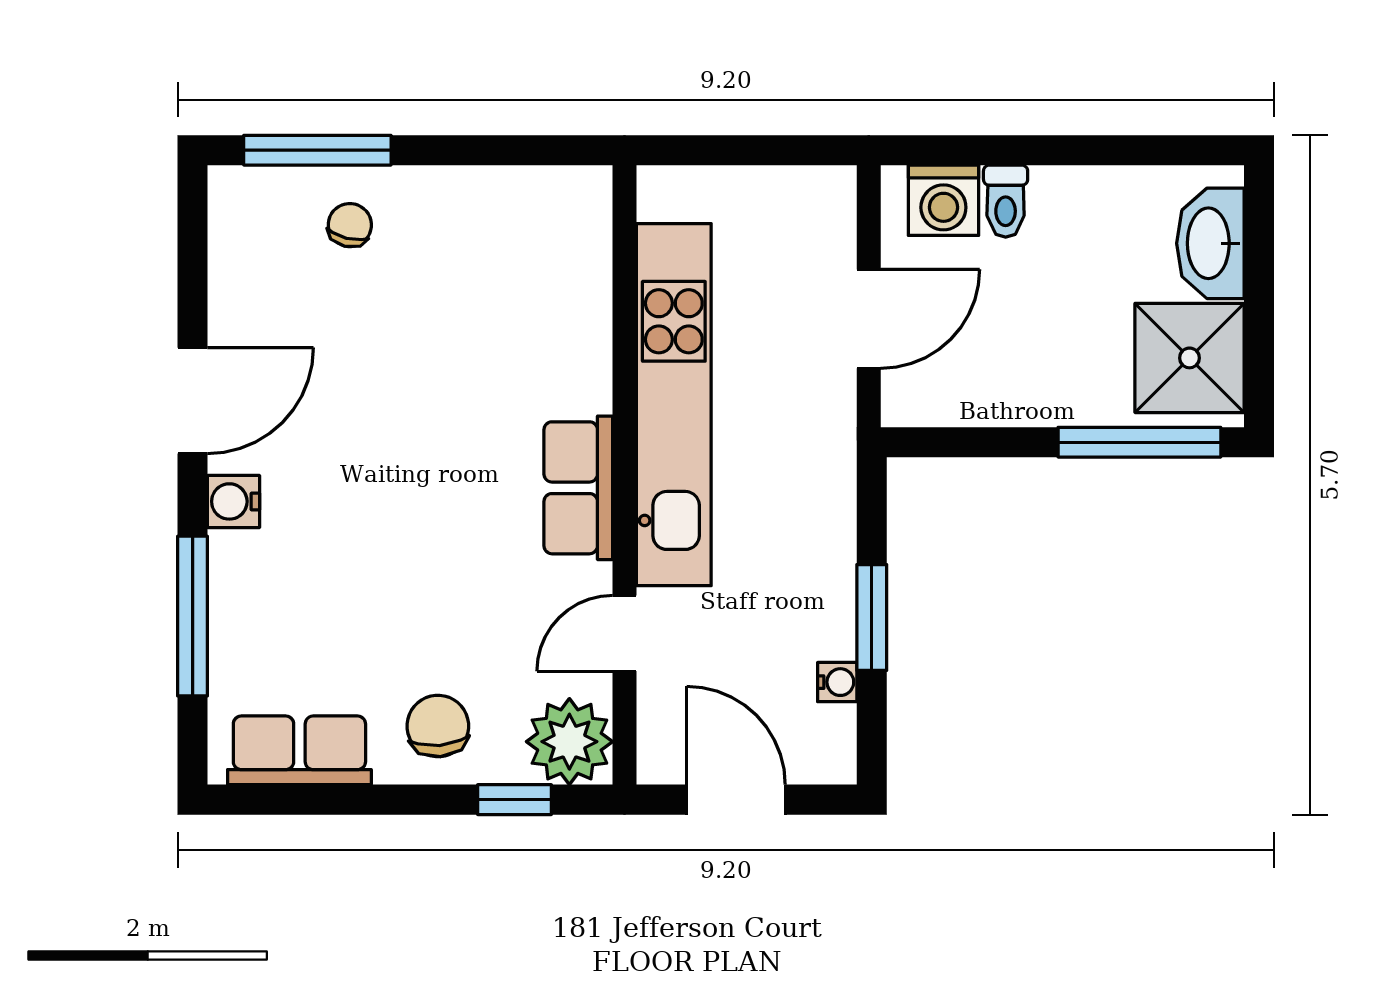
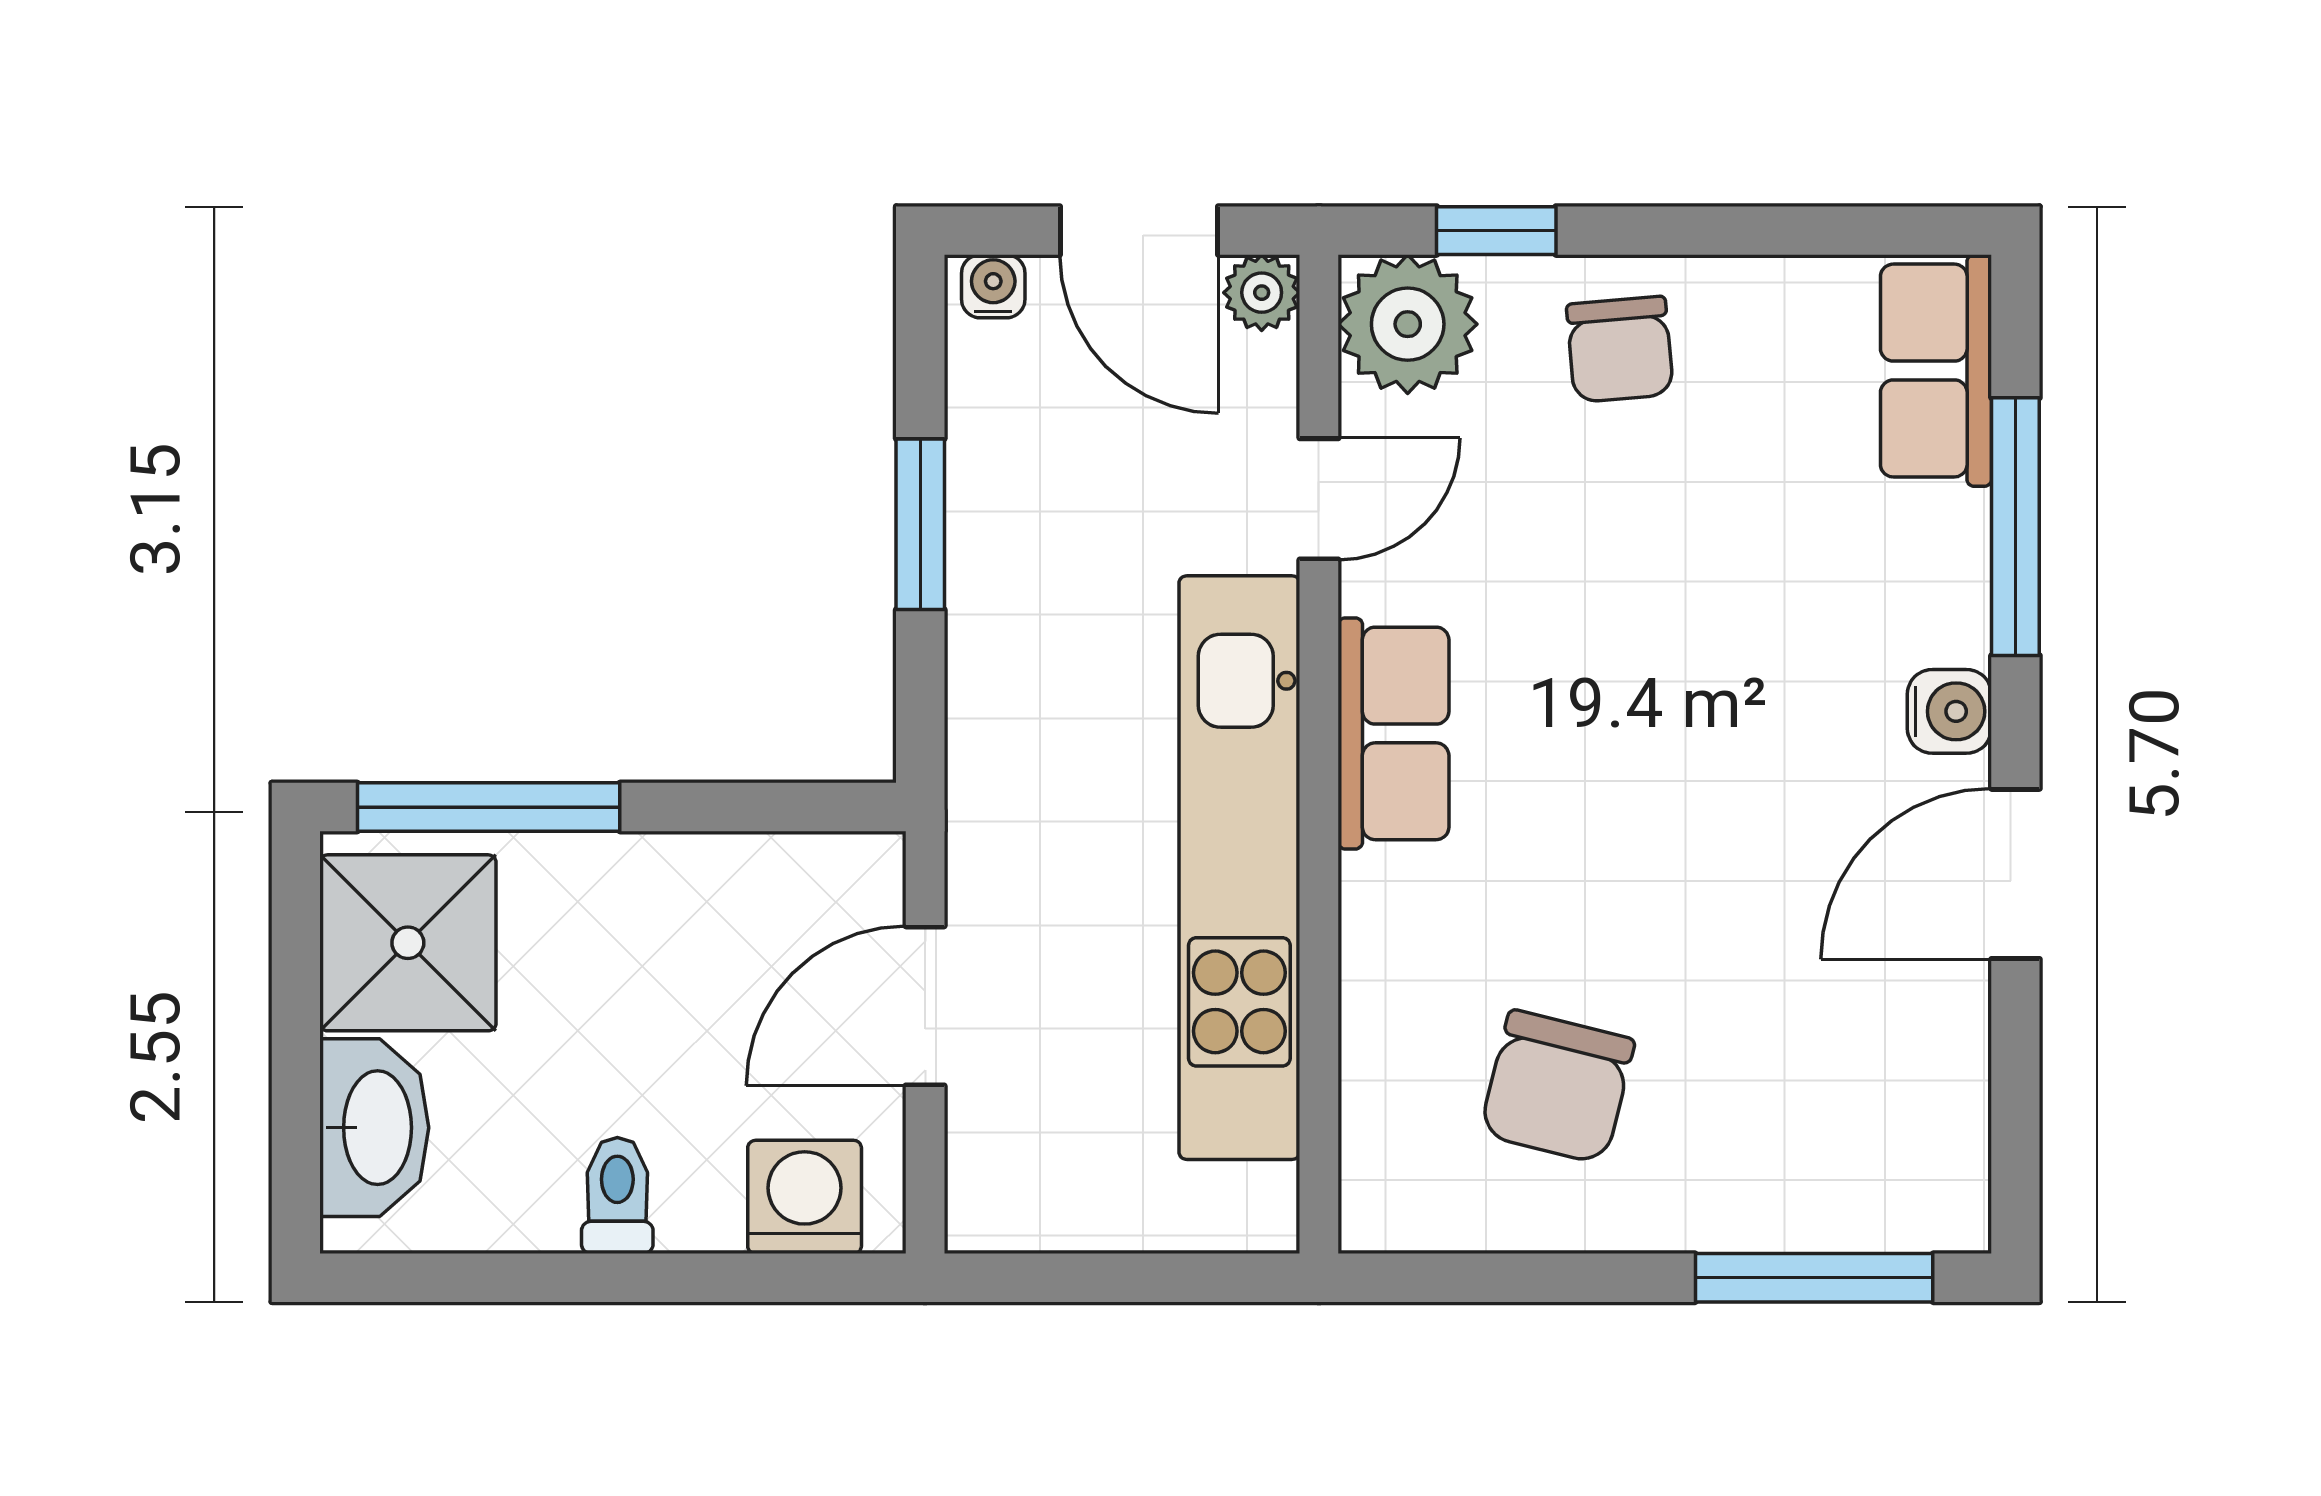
toilet: (1006, 201) -> (617, 1196), moved
chair: (350, 225) -> (1557, 1087), moved, width x1.87, depth x1.87
water cooler: (837, 682) -> (993, 286), moved, turned 90
row of seats: (299, 750) -> (1936, 371), moved, turned 90
plant: (660, 761) -> (1262, 293), added

